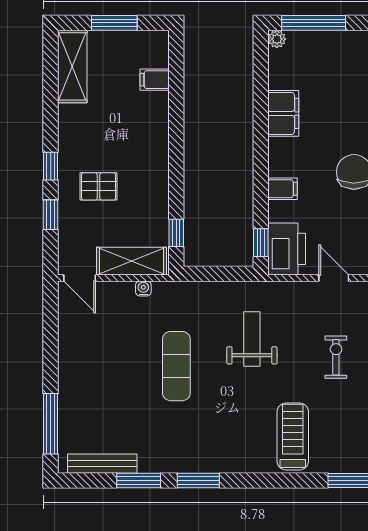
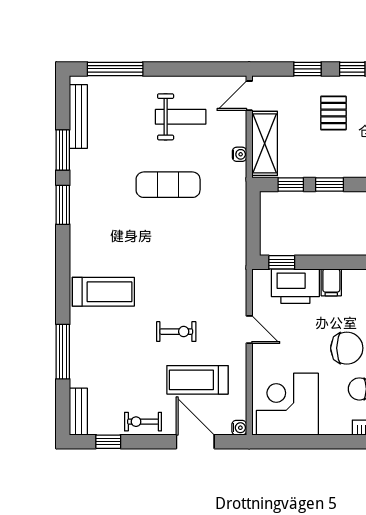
window: (176, 191) -> (330, 185), added
printer: (287, 249) -> (295, 286), moved
door: (334, 278) -> (249, 330), hinge flipped
weight bench: (252, 339) -> (181, 117), moved

